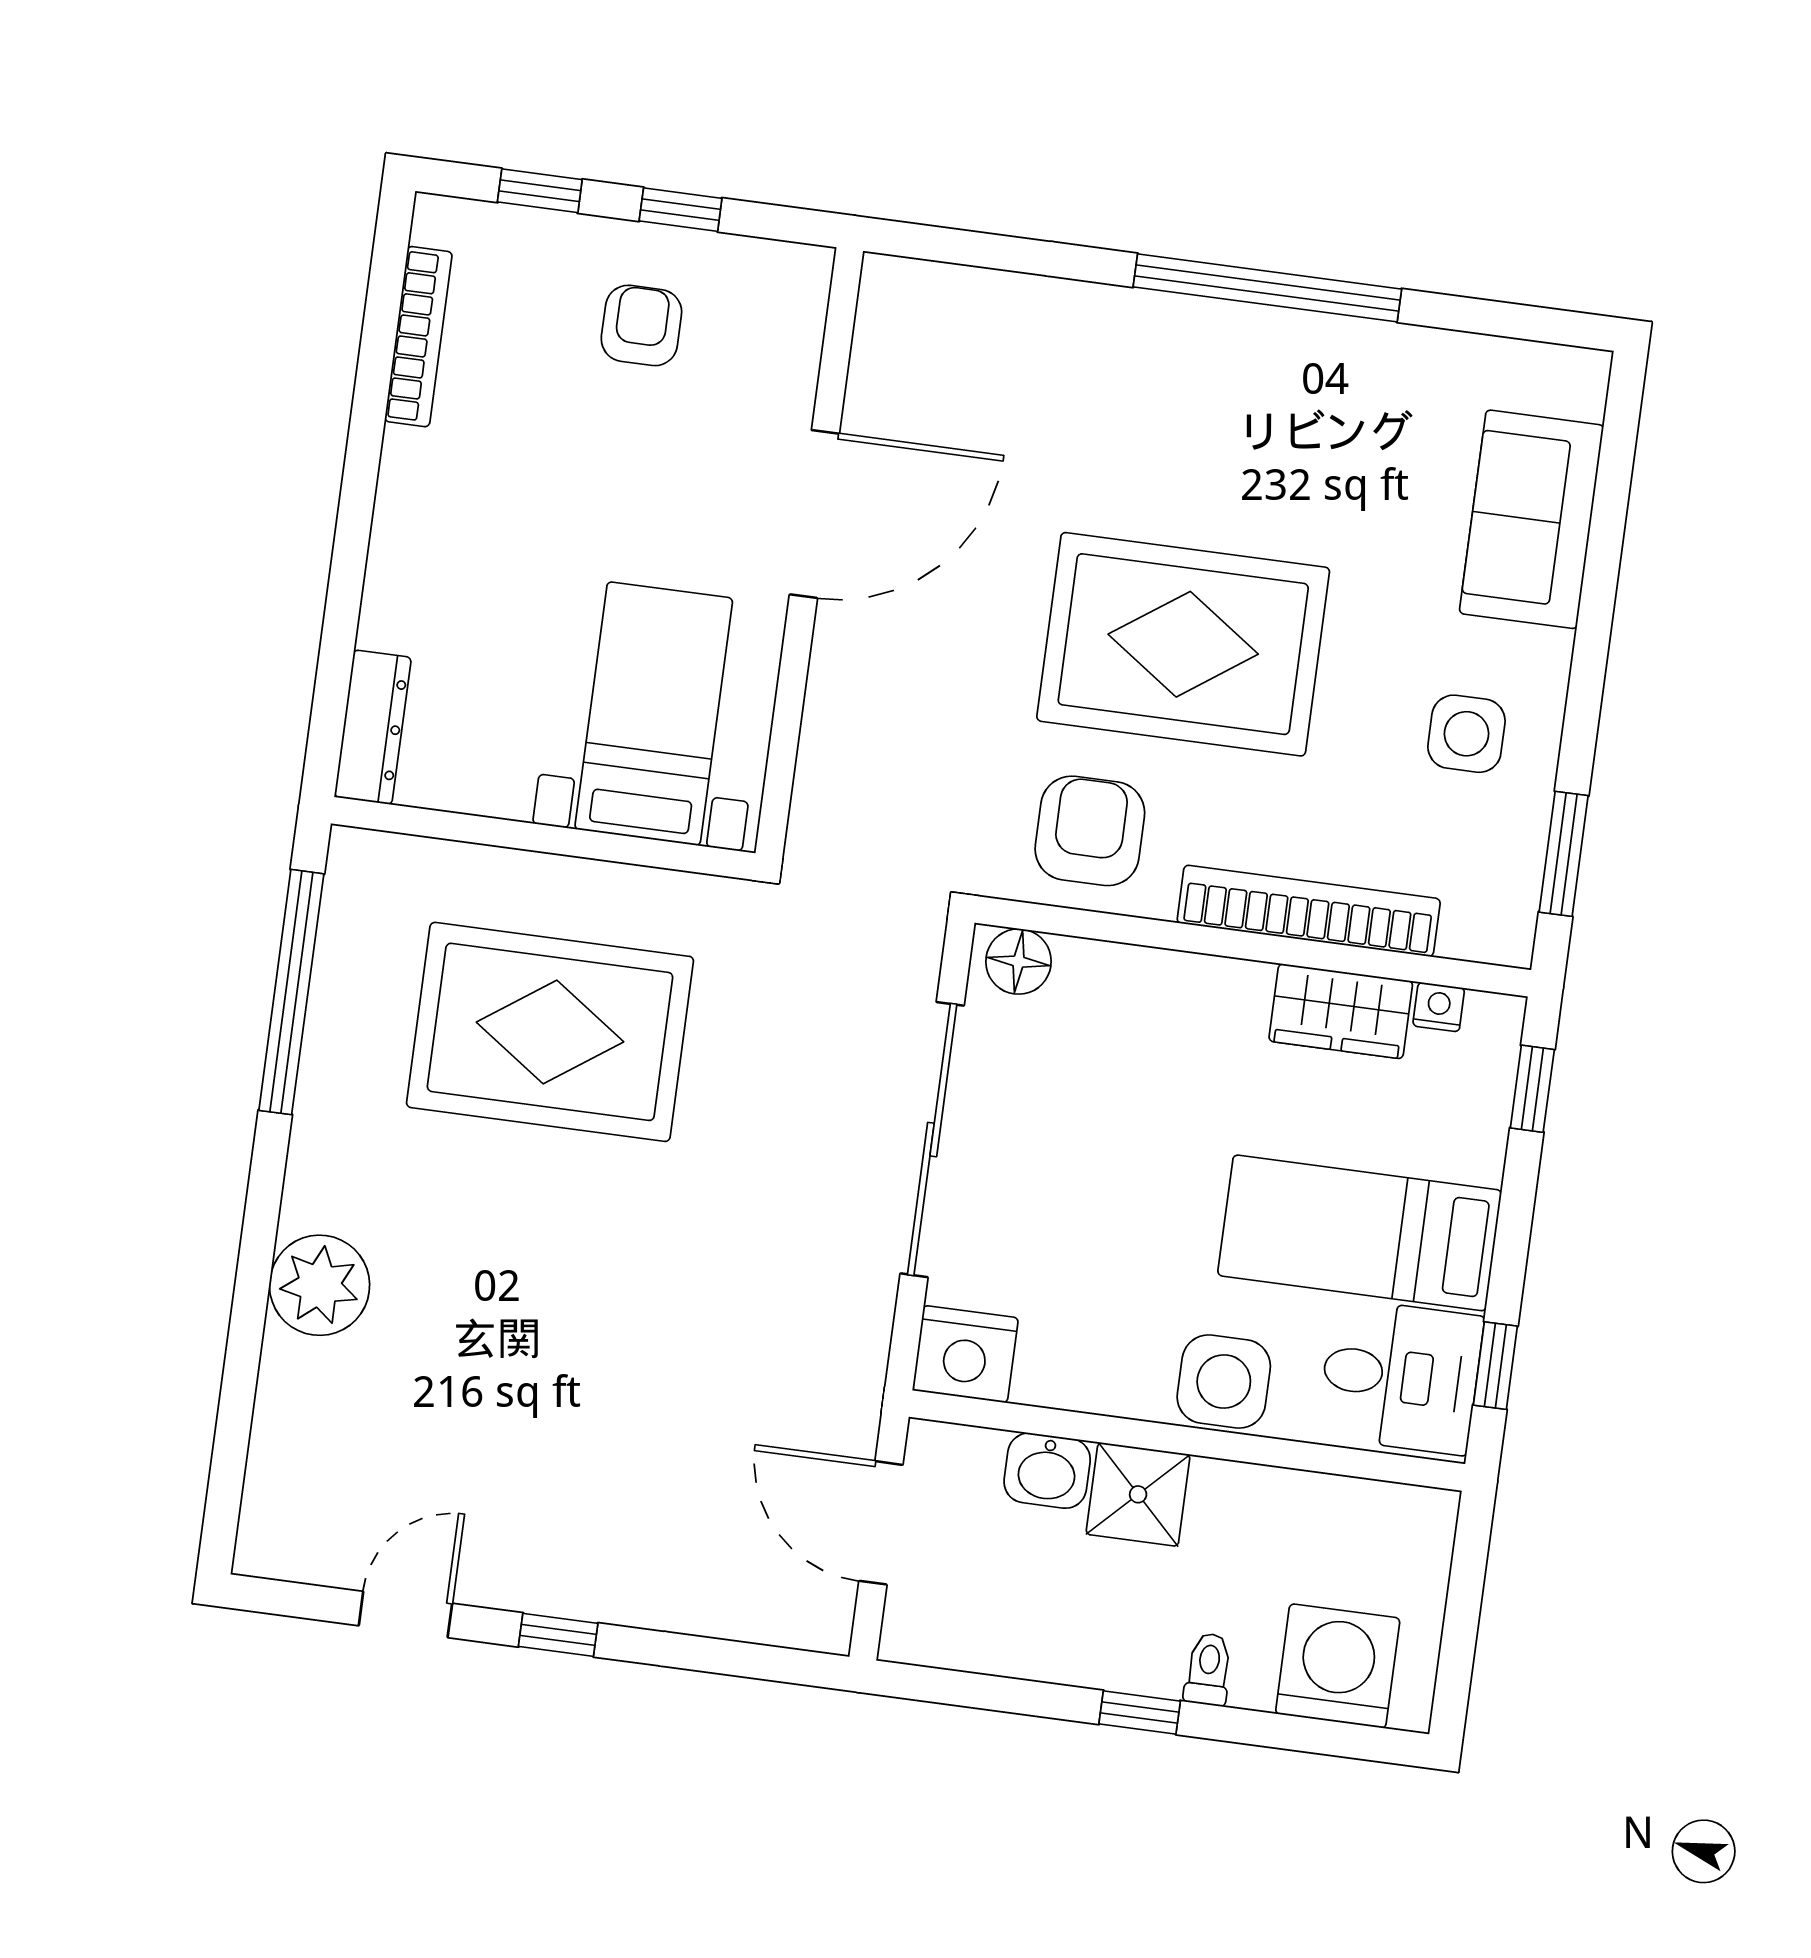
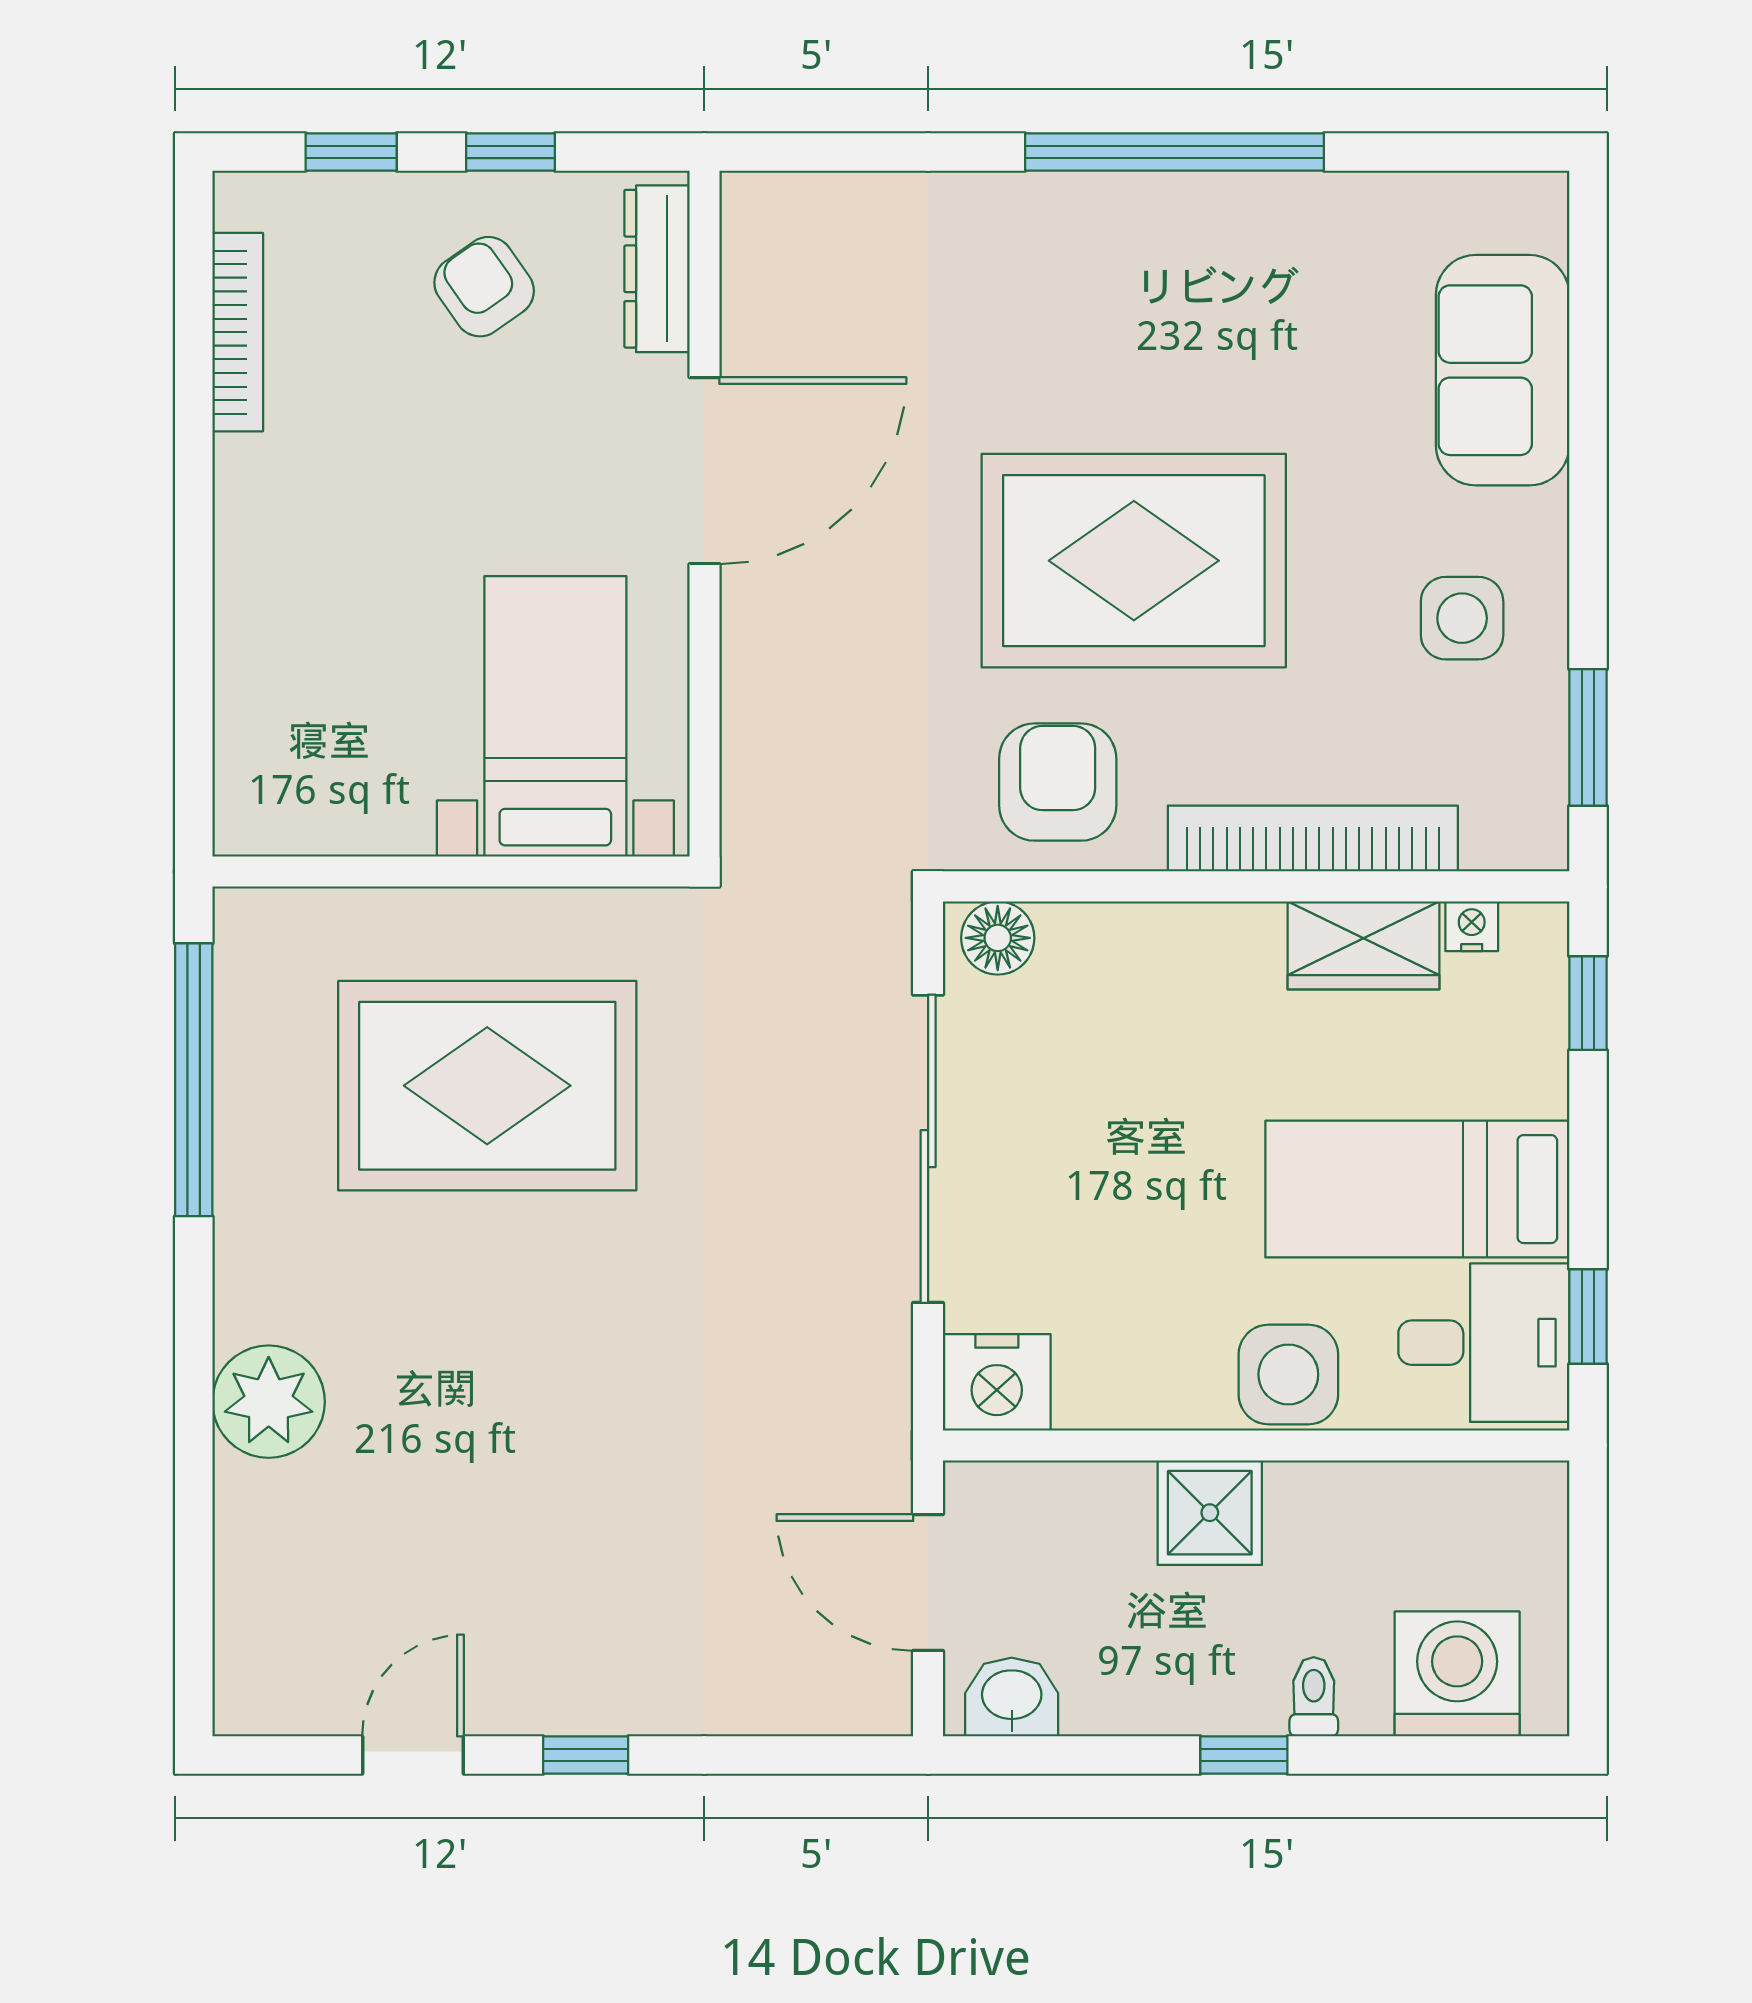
armchair: (641, 325) -> (484, 287), turned -35
dresser: (373, 727) -> (657, 269), moved, turned 180
washbasin: (1047, 1471) -> (1012, 1697), moved, turned 180

